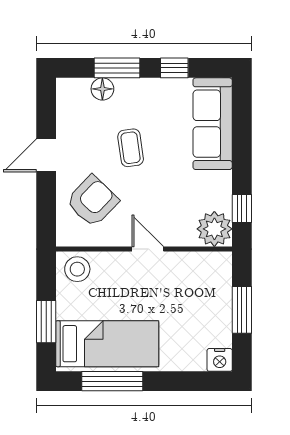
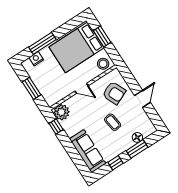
armchair: (92, 201) -> (114, 93), turned -68
bed: (107, 344) -> (77, 47), width x1.50
nightstand: (220, 360) -> (36, 59), moved
window: (112, 381) -> (42, 43), moved

